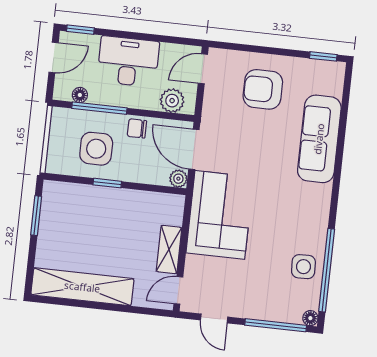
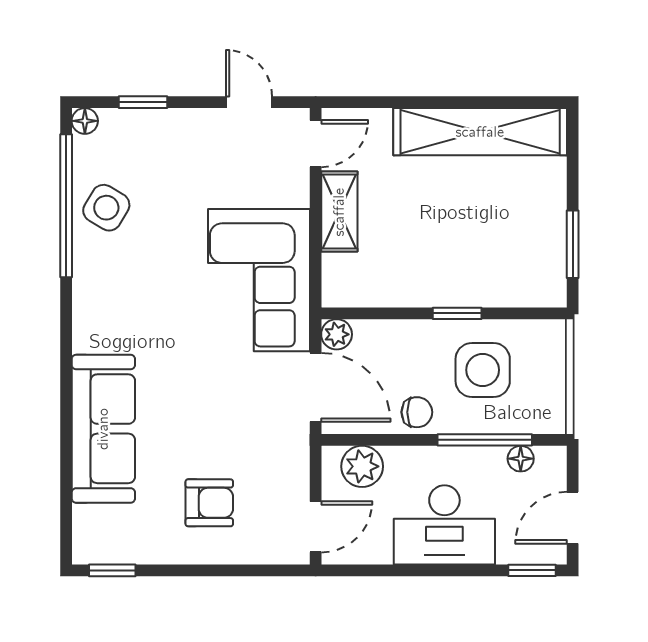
armchair: (263, 89) -> (209, 503), width x0.72, depth x0.72
side table: (303, 267) -> (106, 208), turned 33
window: (276, 325) -> (143, 102), width x0.46

